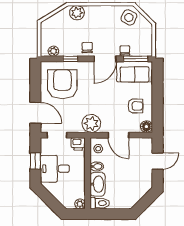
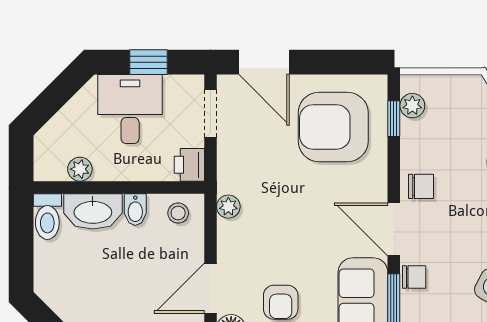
window: (70, 59) -> (394, 119), moved
armchair: (62, 84) -> (333, 127), turned 180
door: (35, 113) -> (264, 62), hinge flipped
plant: (91, 123) -> (228, 207), width x0.53, depth x0.53
door: (118, 135) -> (211, 288), moved
plant: (80, 204) -> (80, 169), moved

